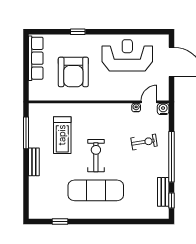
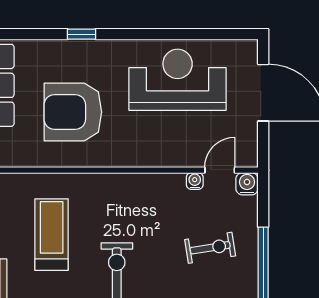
armchair: (73, 72) -> (73, 112), turned 90
treadmill: (62, 135) -> (52, 235), turned 180

